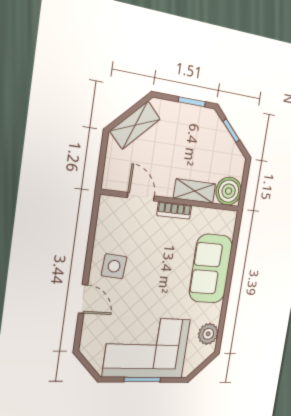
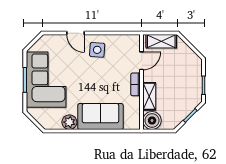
shelving: (135, 125) -> (161, 41), moved, turned -45
door: (83, 299) -> (76, 33), hinge flipped
plant: (208, 334) -> (69, 122), moved

